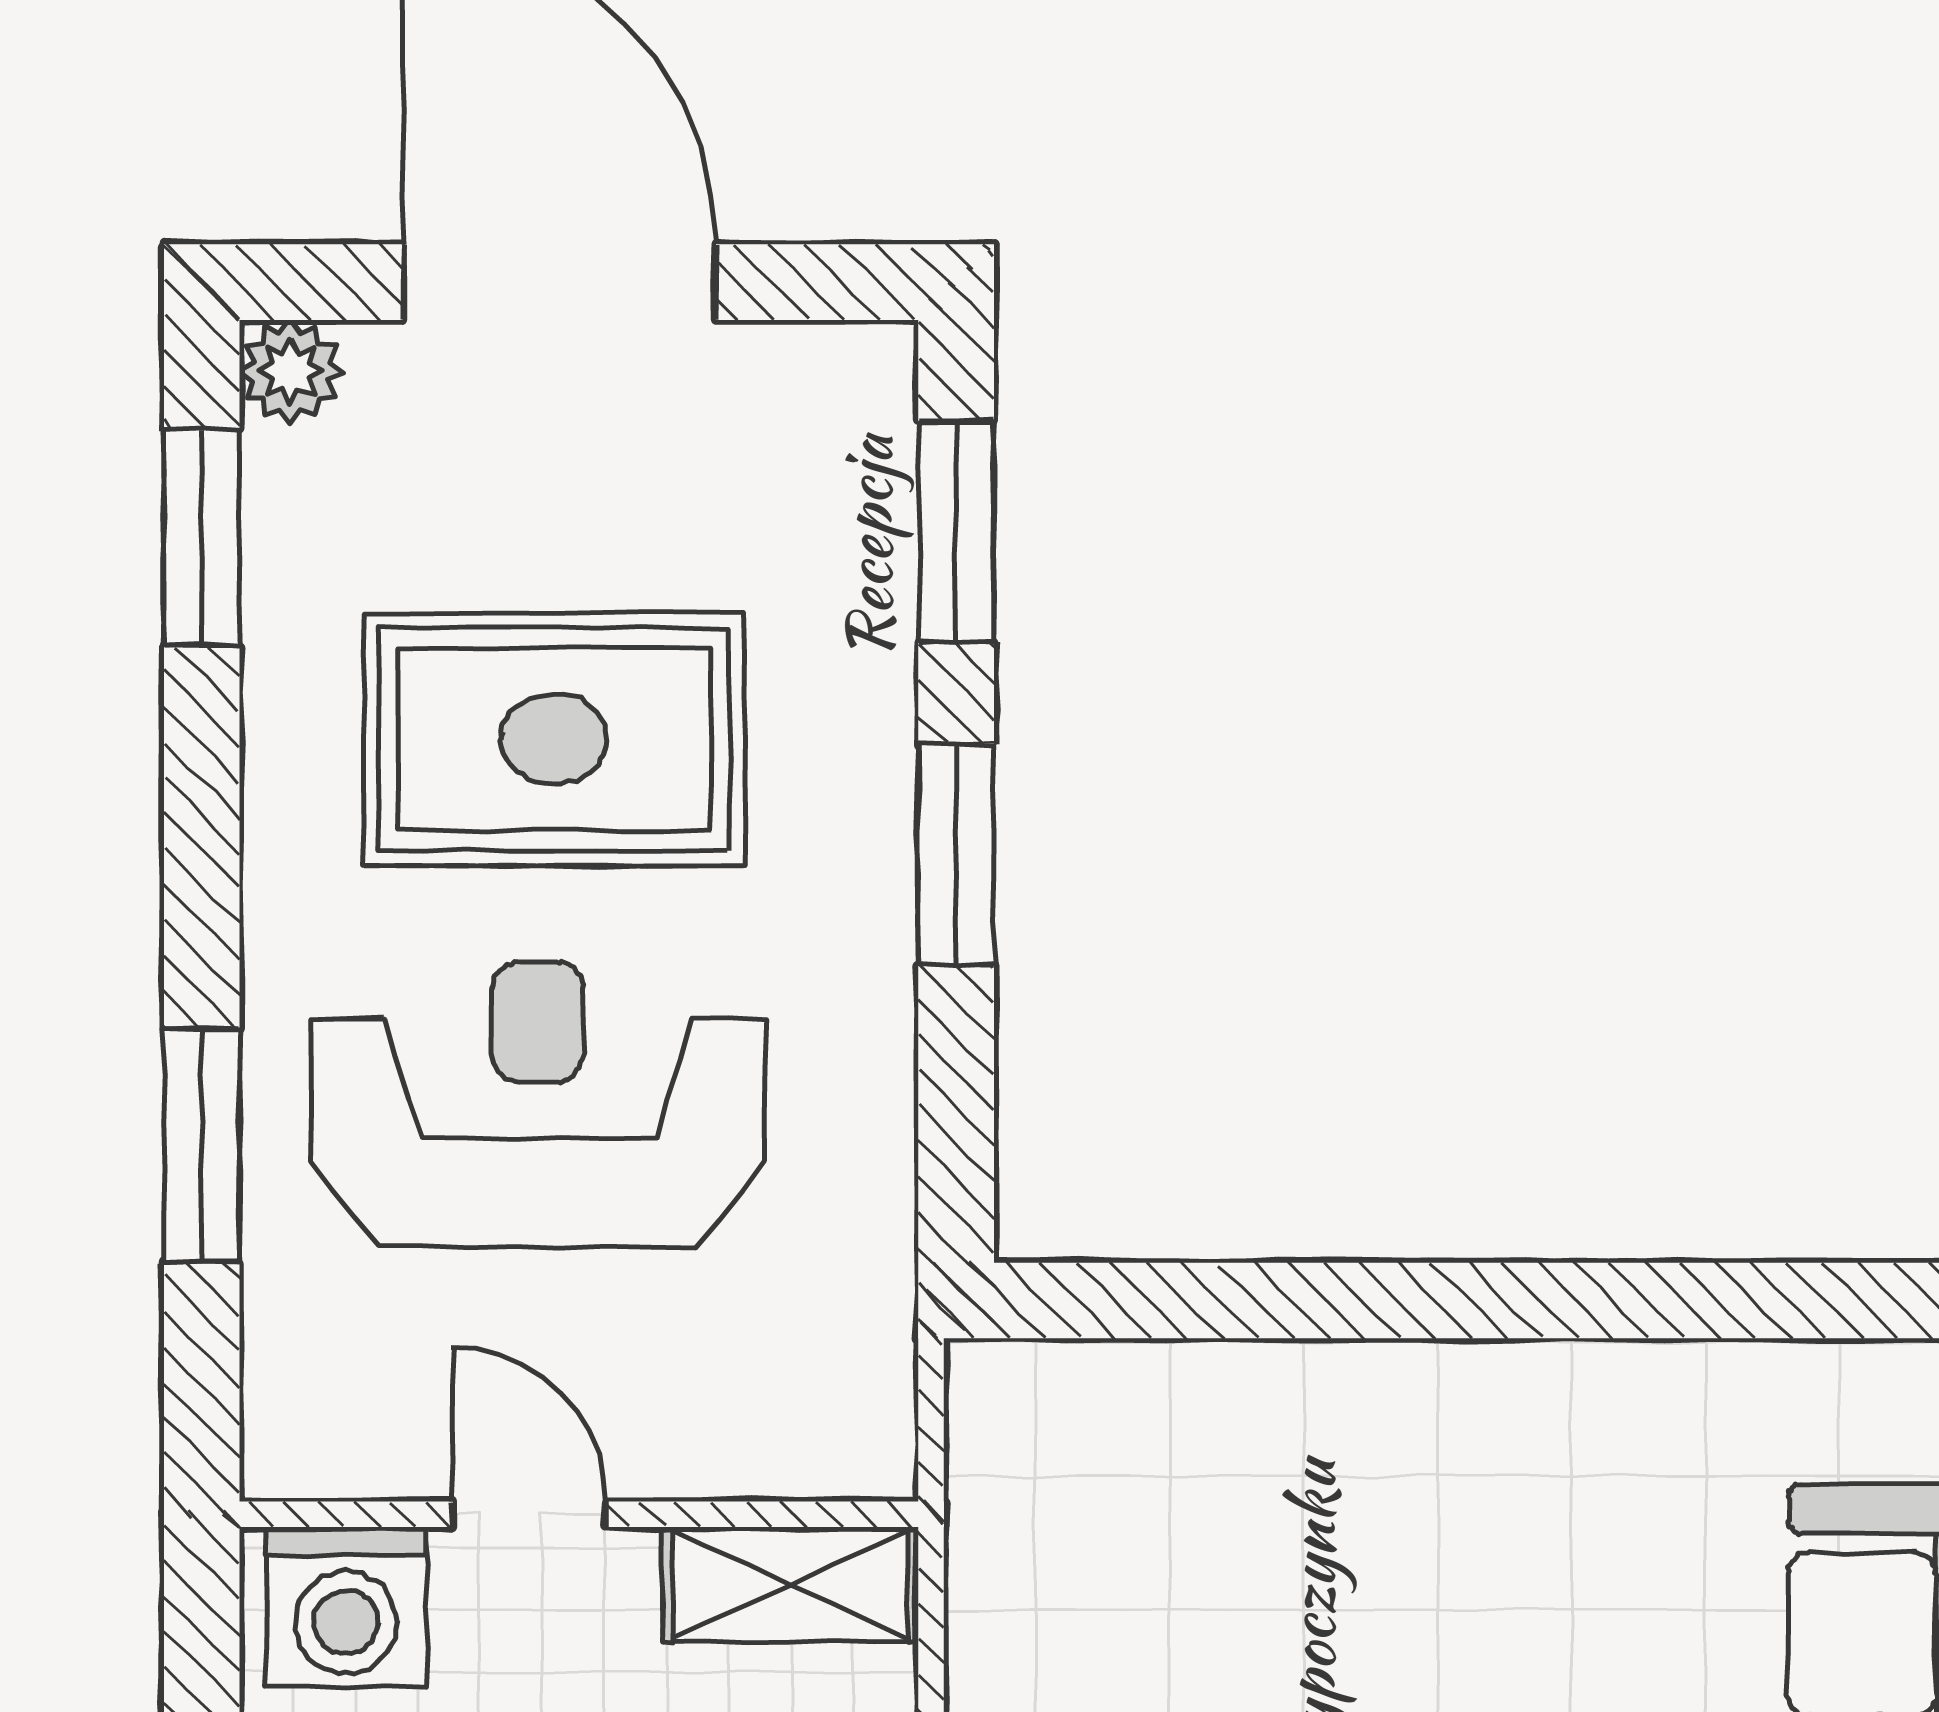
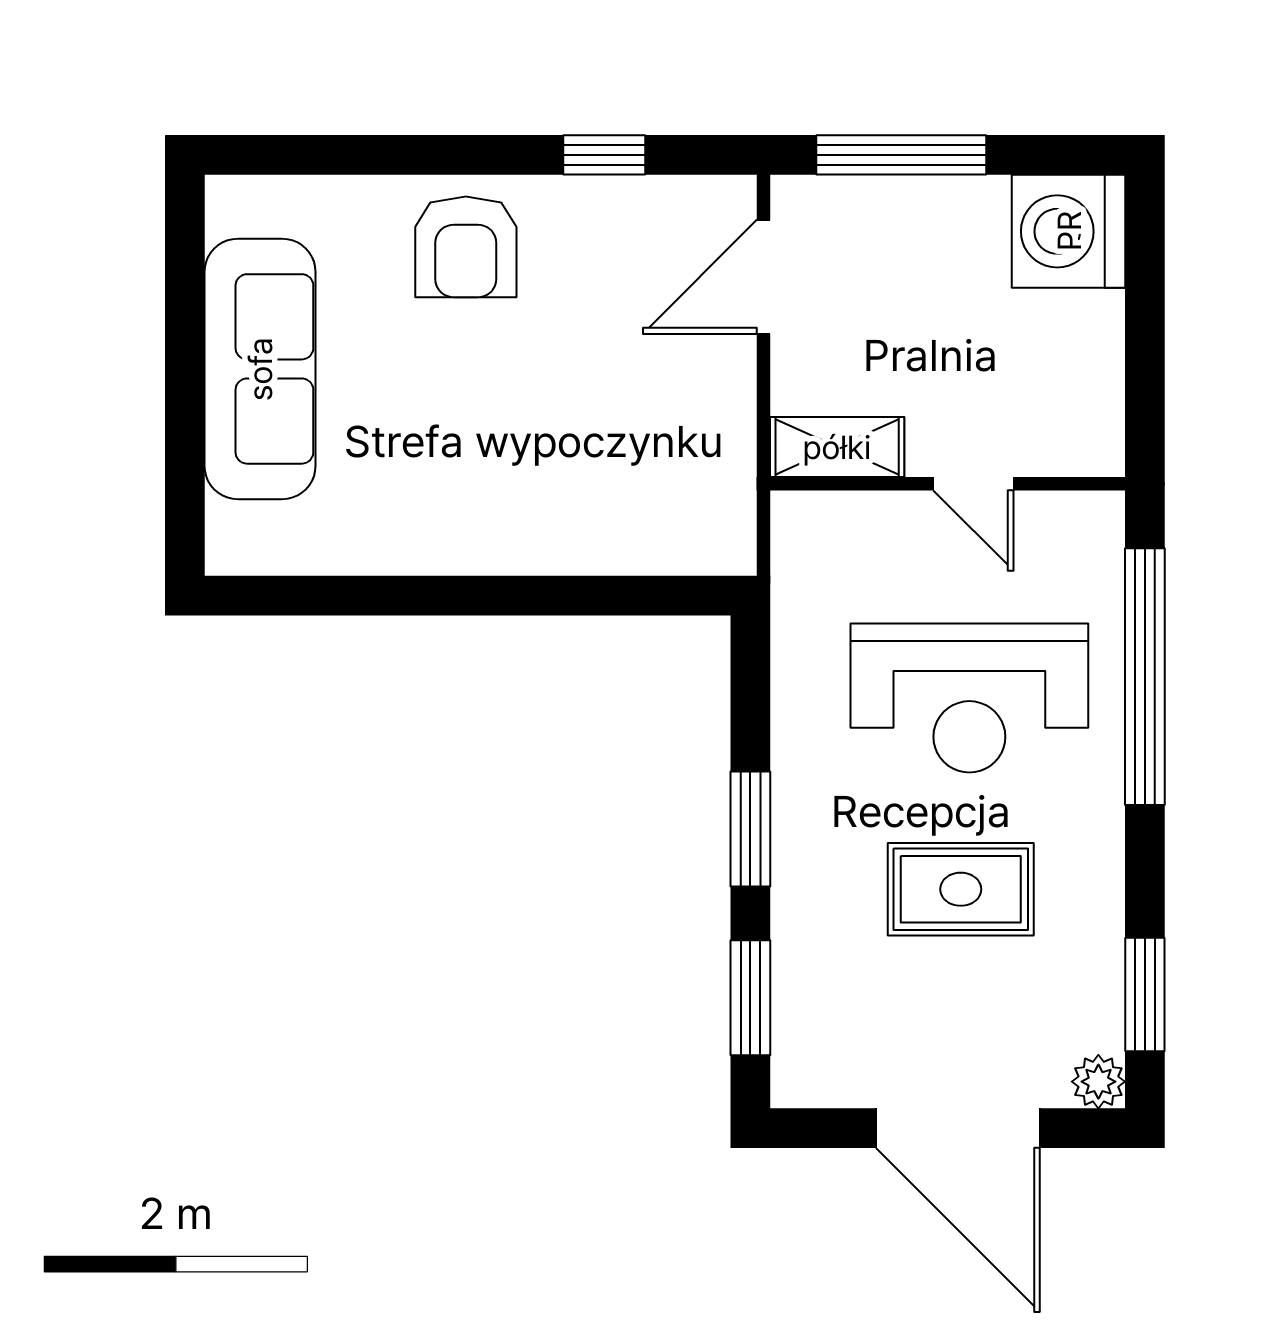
rug: (554, 739) -> (961, 889), width x0.73, depth x0.70
window: (202, 1146) -> (1145, 677), width x2.11
washing machine: (346, 1607) -> (1070, 435), removed

